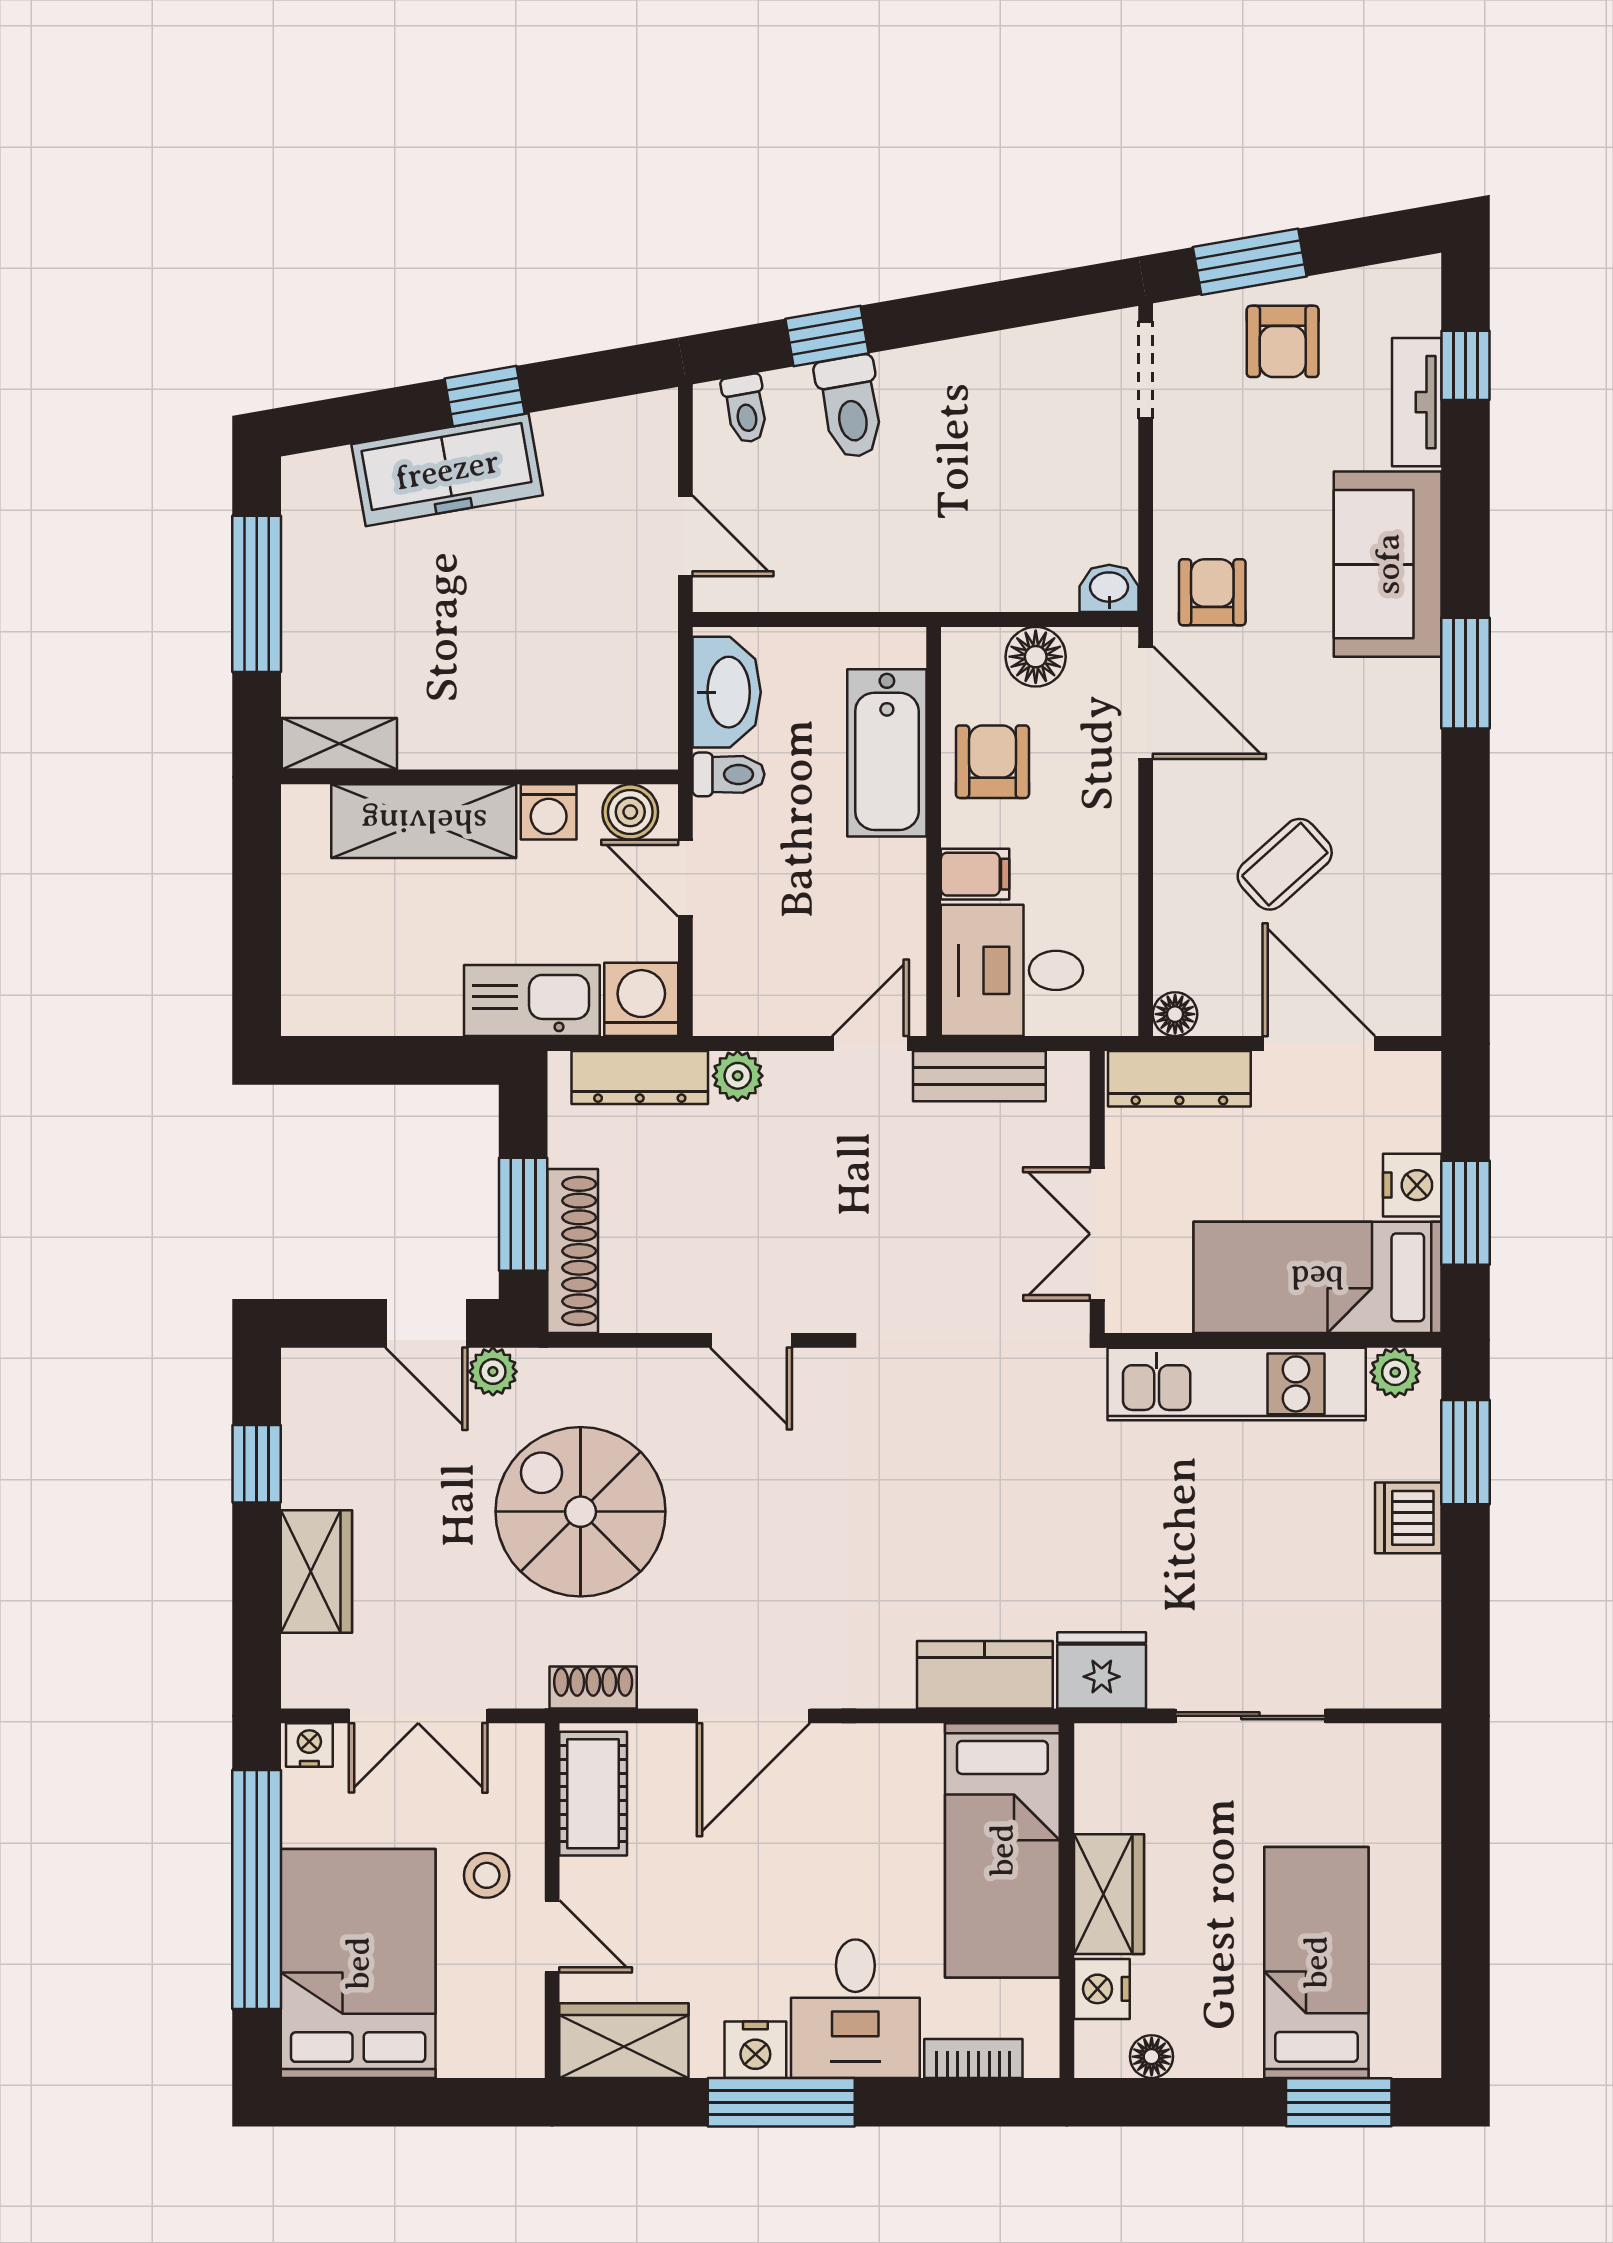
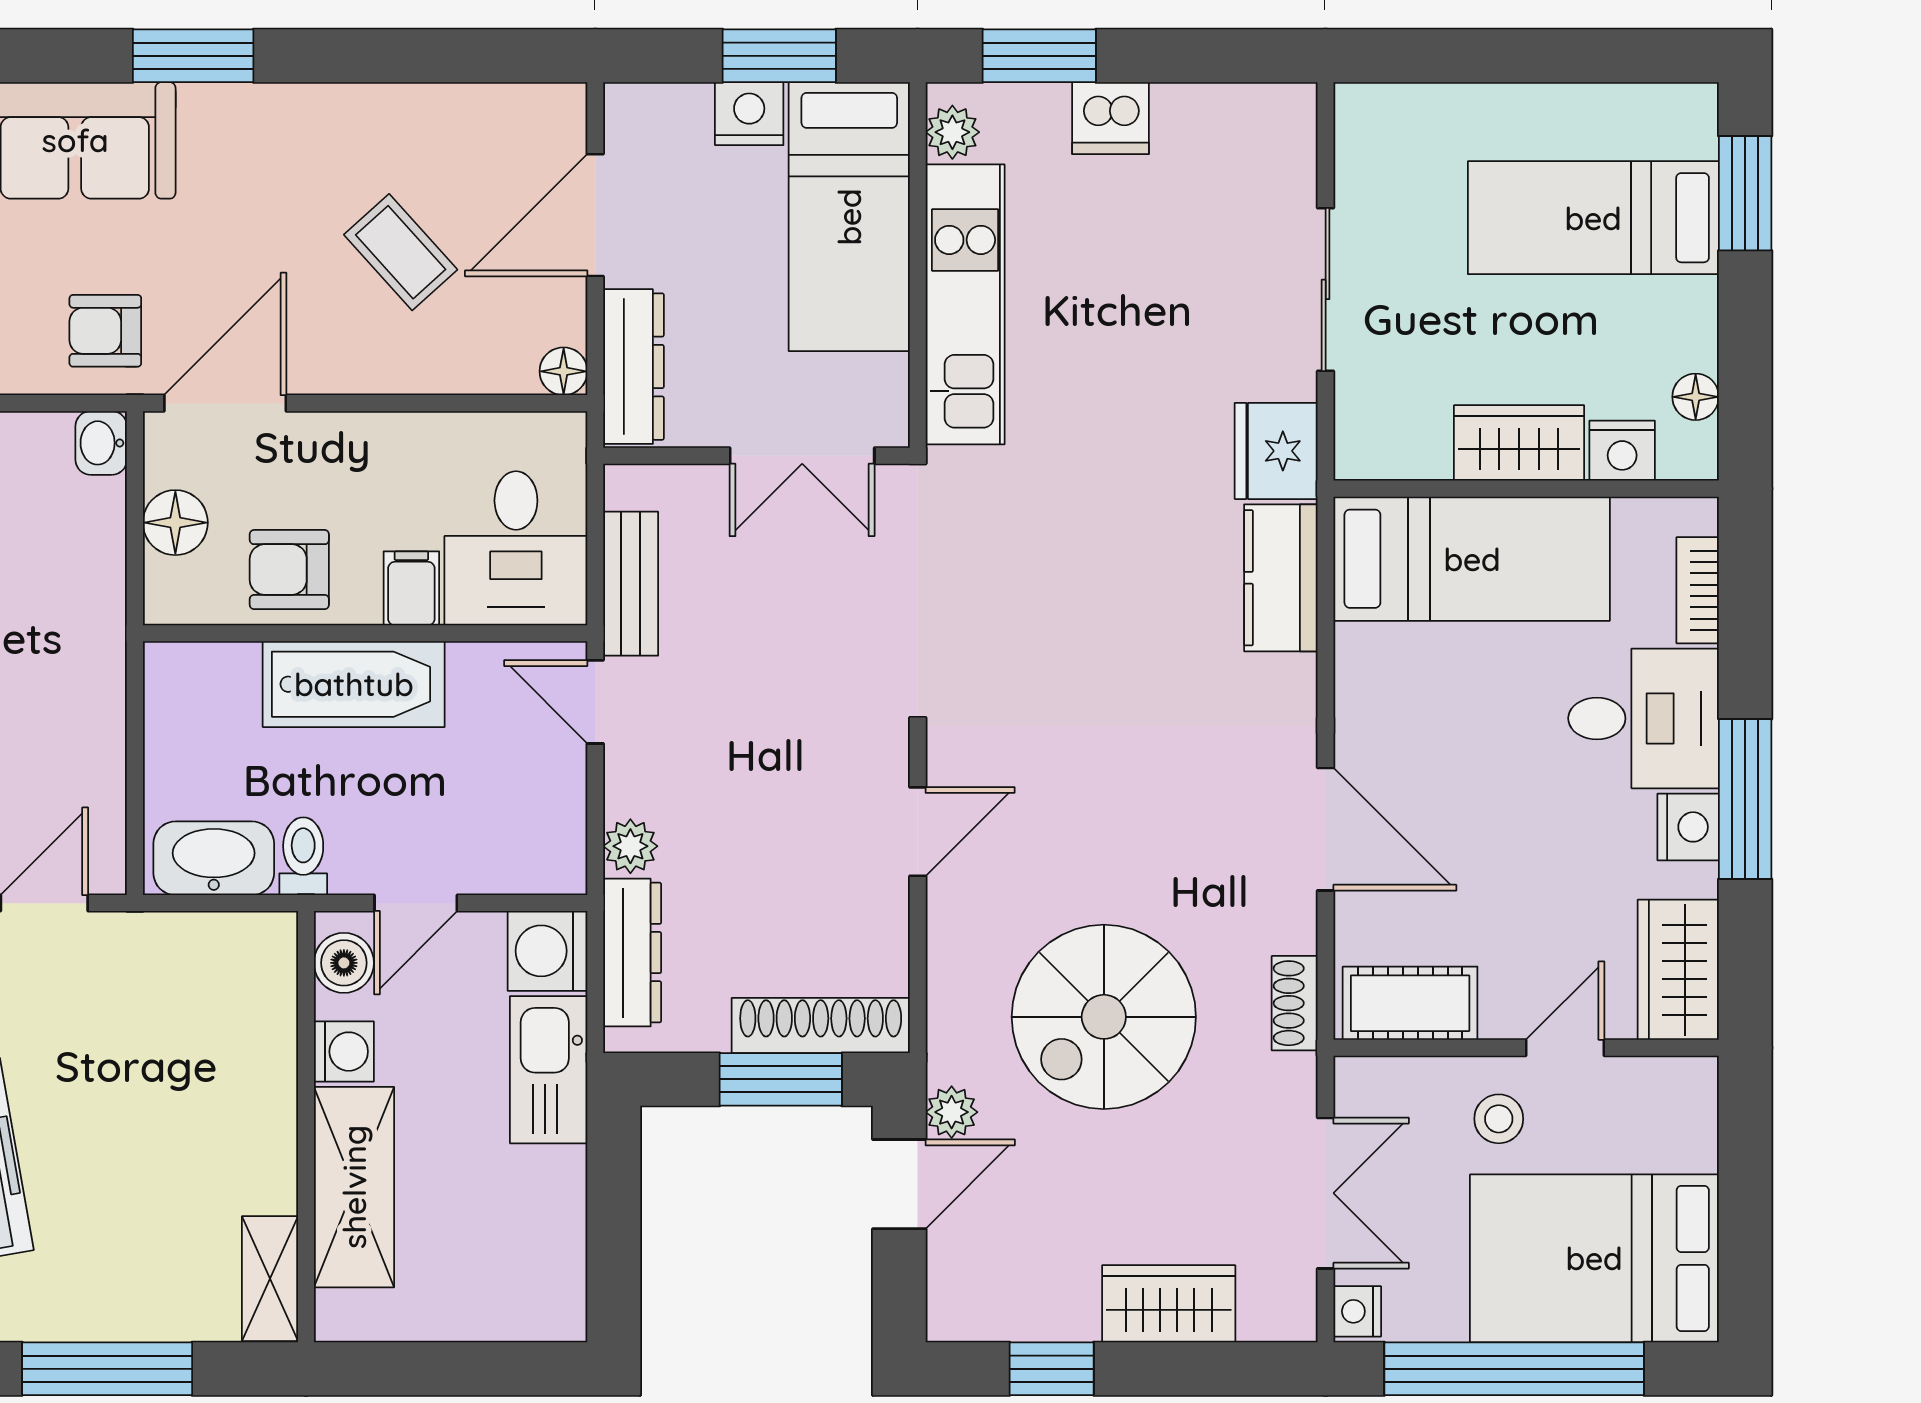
bathtub: (887, 753) -> (354, 684), moved

